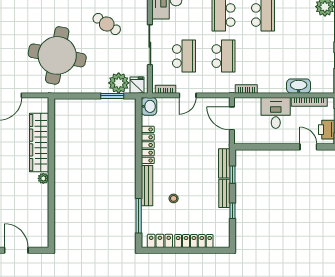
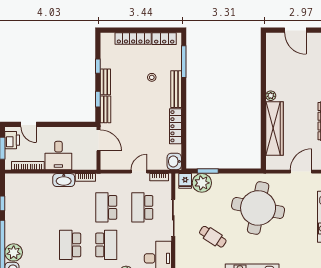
washbasin: (299, 86) -> (64, 180), moved
door: (232, 118) -> (99, 140), moved

